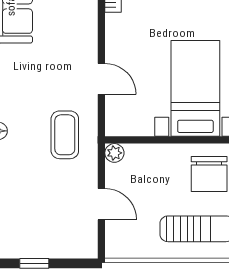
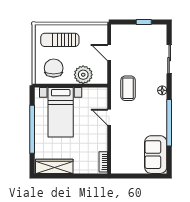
plant: (114, 153) -> (83, 75), moved, width x1.87, depth x1.87

